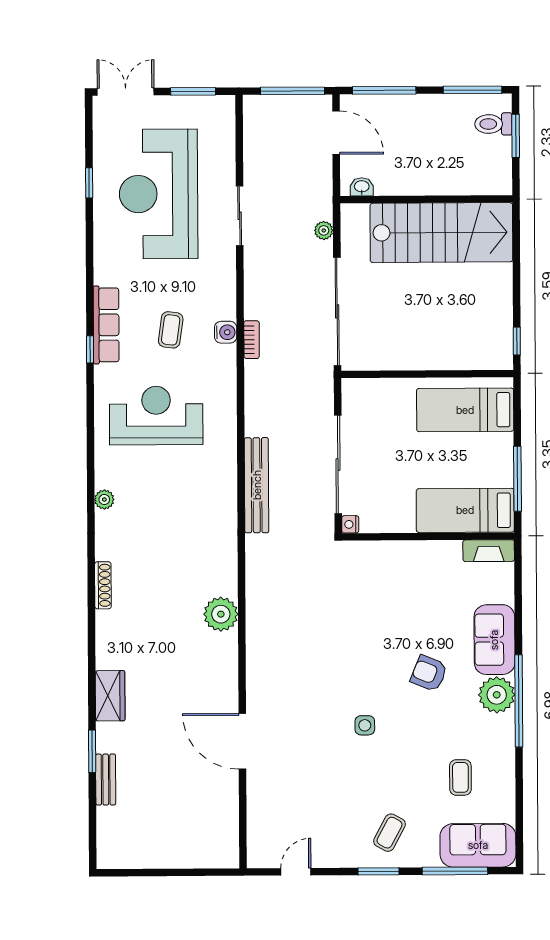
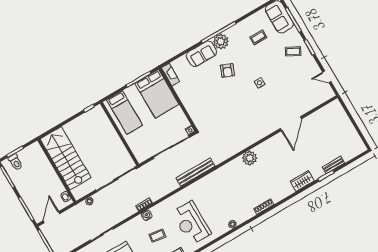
bed: (465, 510) -> (157, 94), width x1.50

